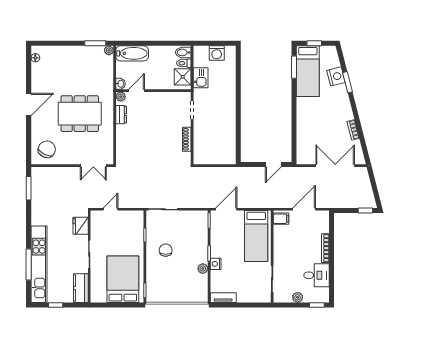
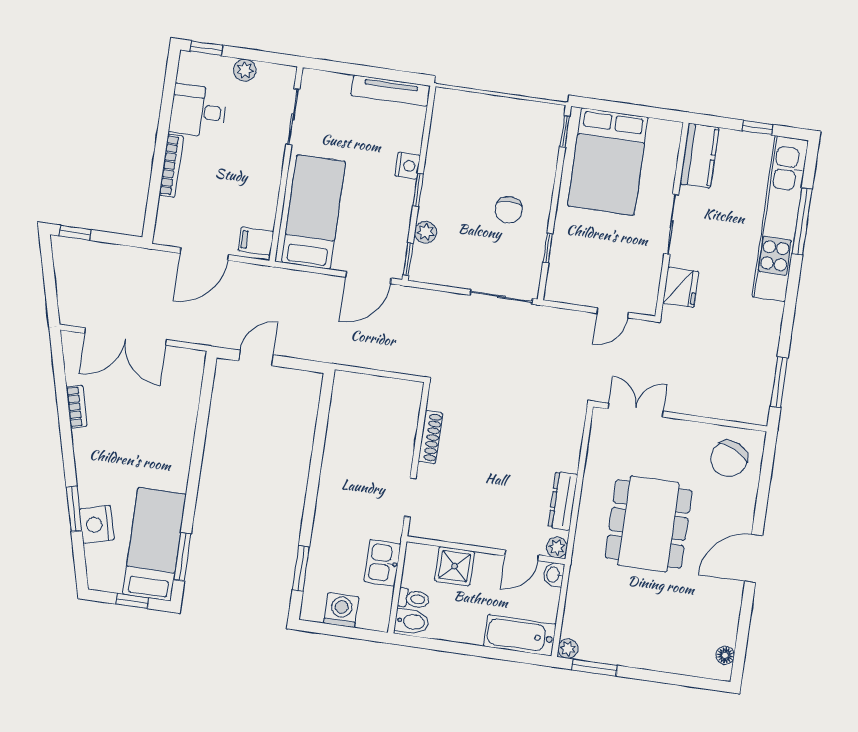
window: (238, 70) -> (301, 568), added
shower: (183, 77) -> (455, 566), moved
dining table: (80, 114) -> (649, 524), turned 90
dresser: (121, 115) -> (563, 501), width x1.44
plant: (203, 269) -> (426, 232), moved
tv unit: (223, 298) -> (391, 91), width x1.41

